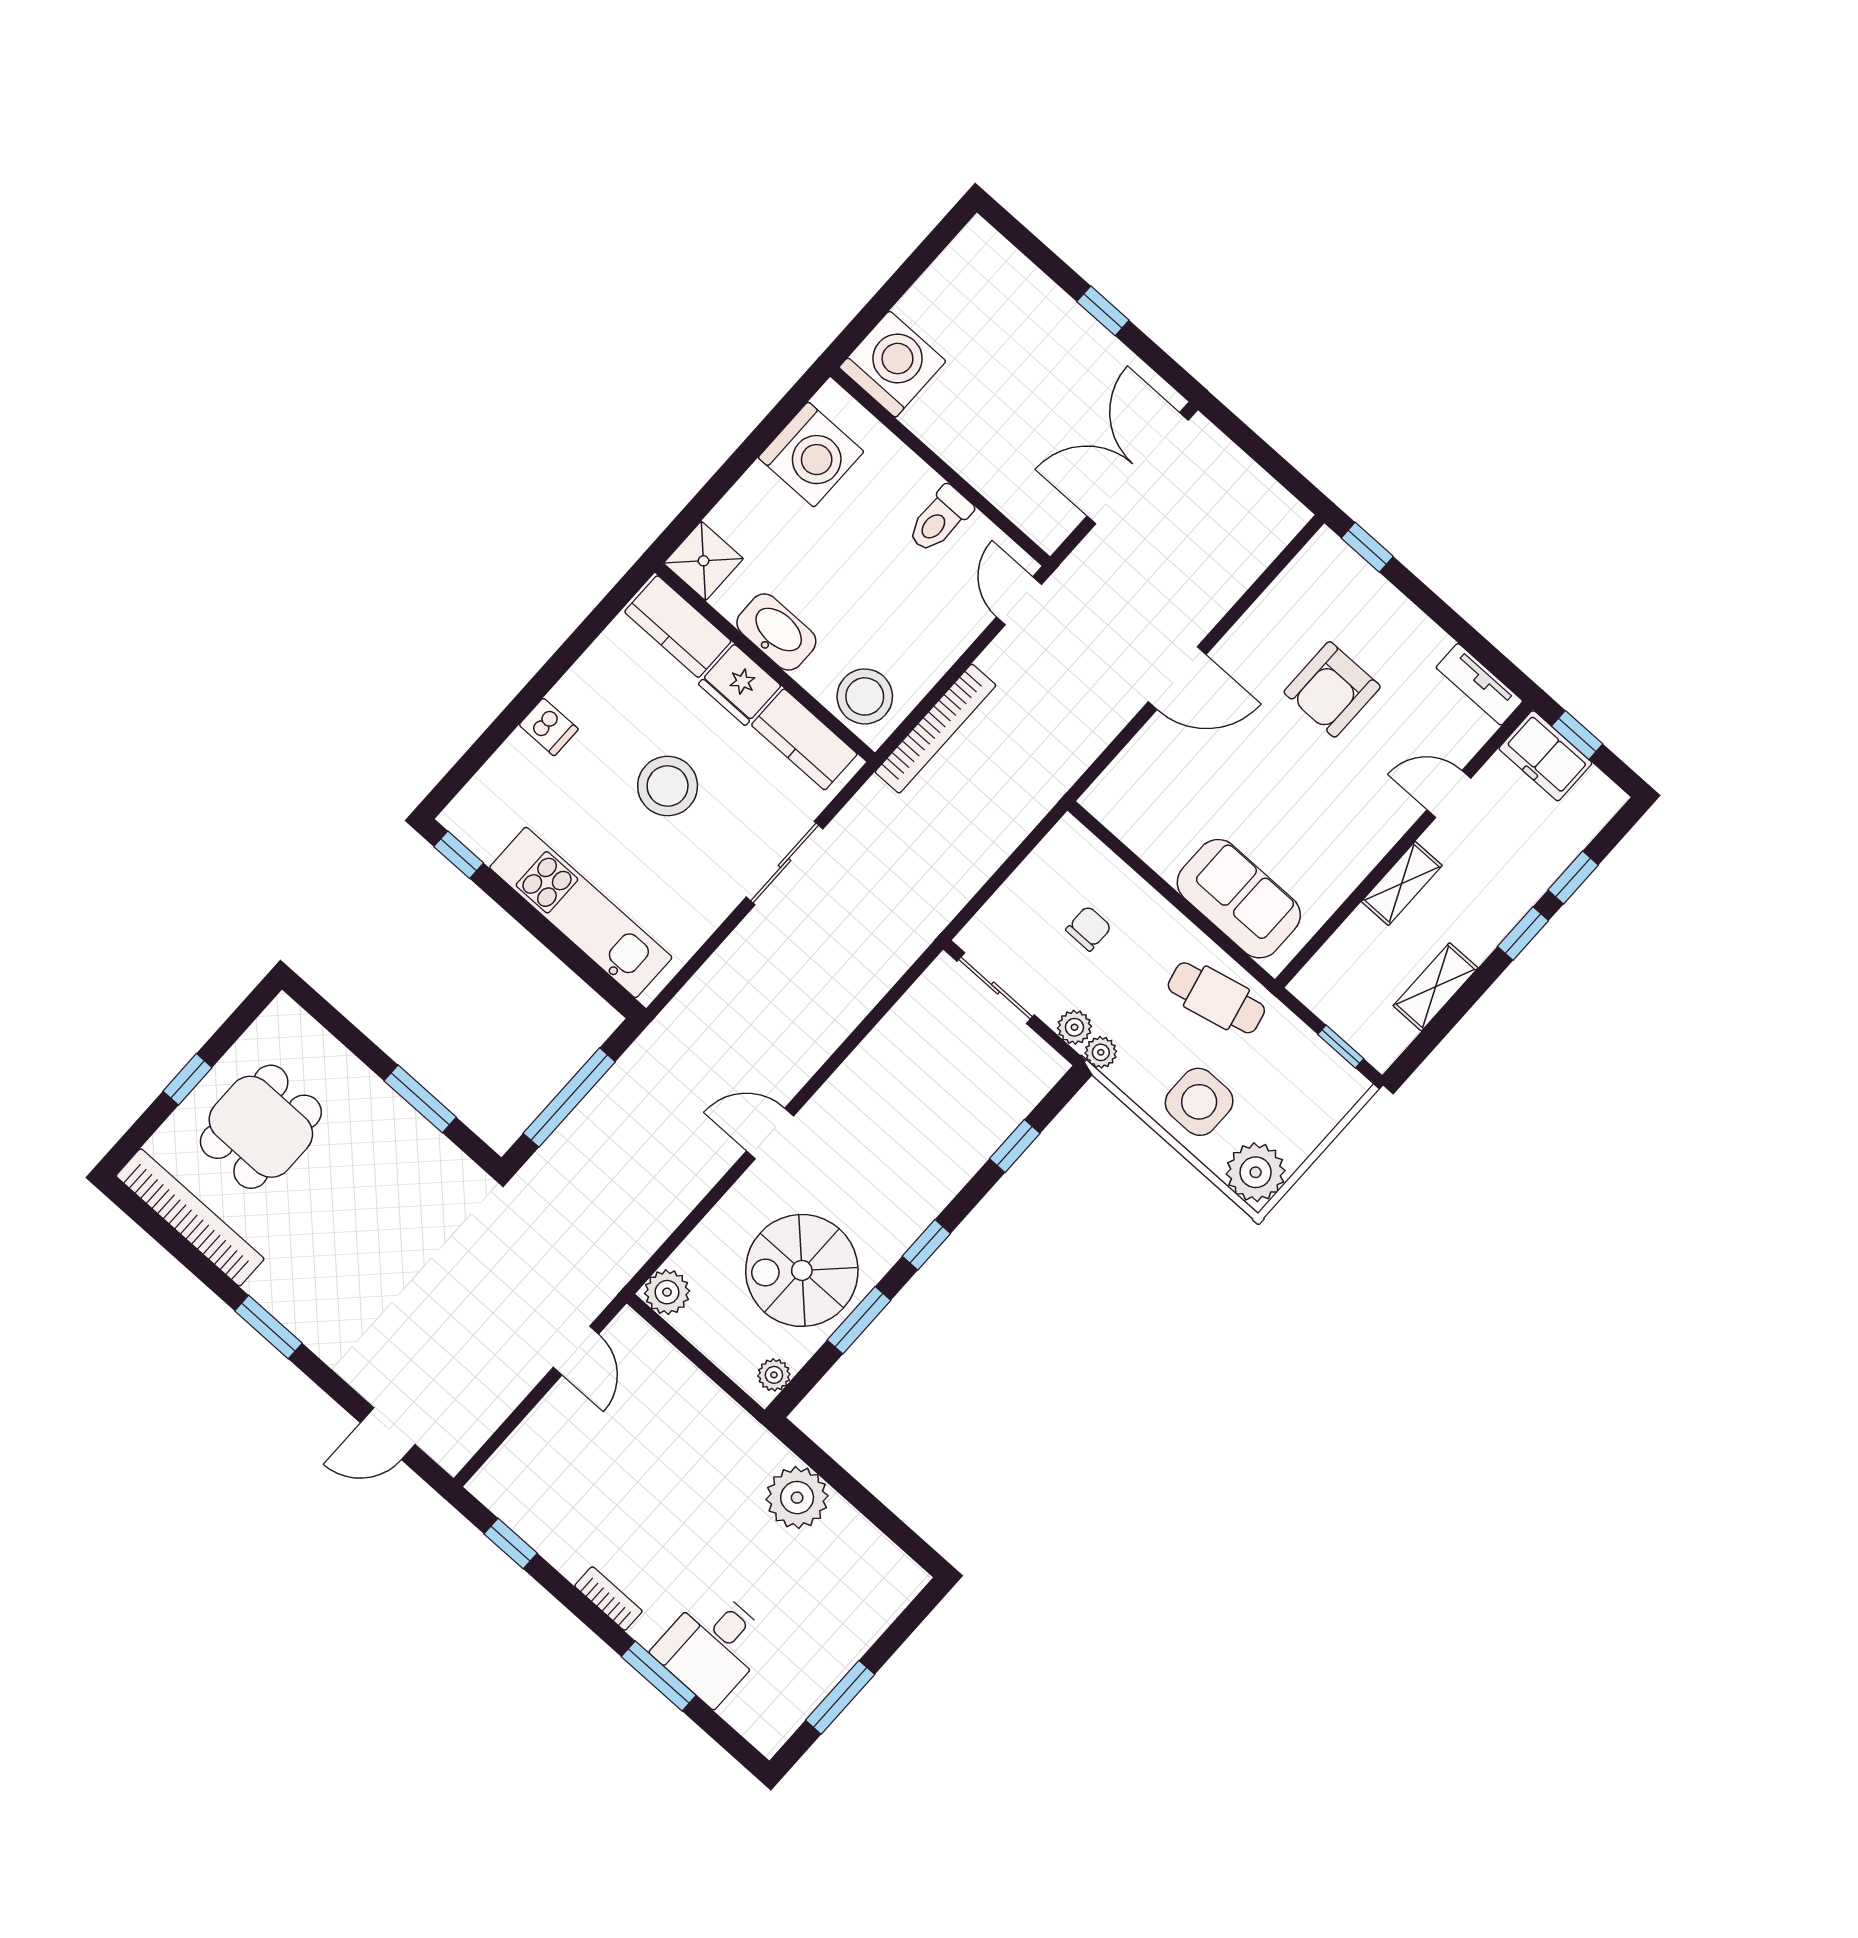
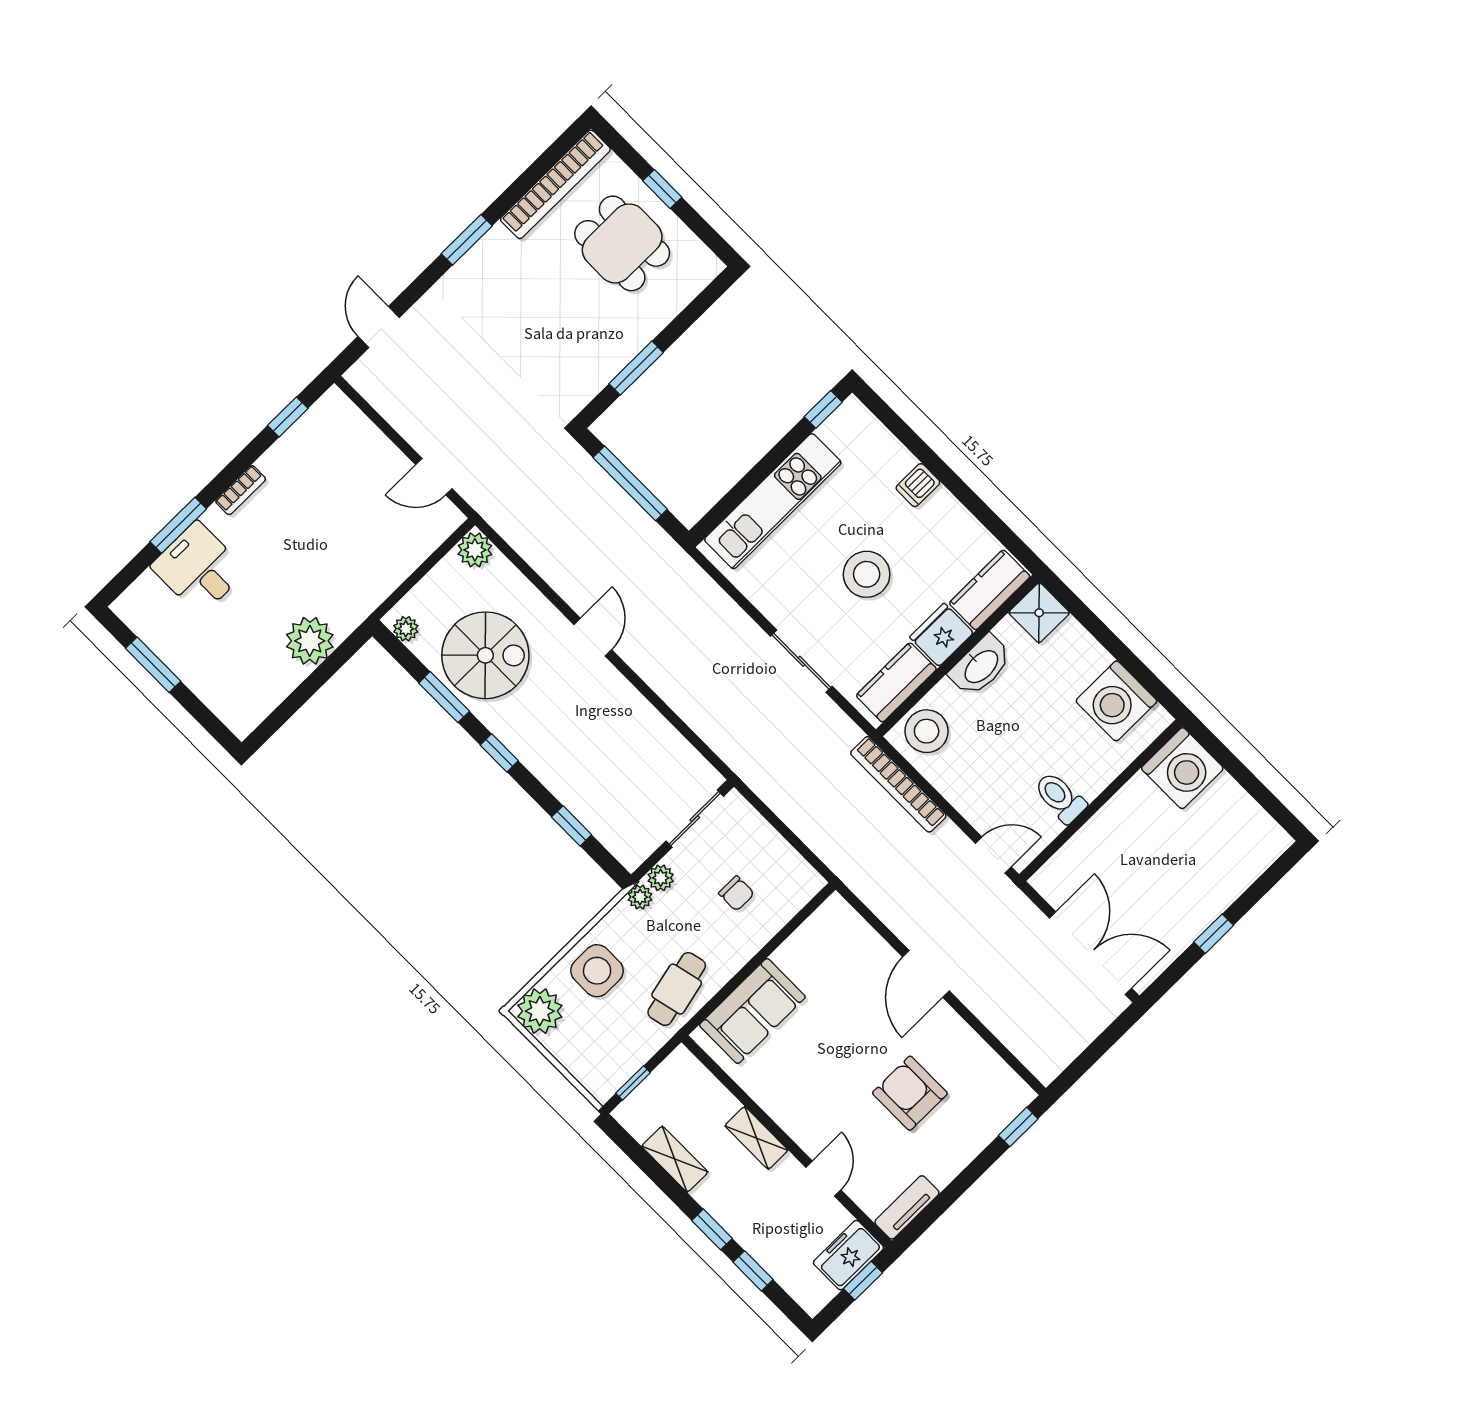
spiral stairs: (802, 1270) -> (485, 655), turned 90

